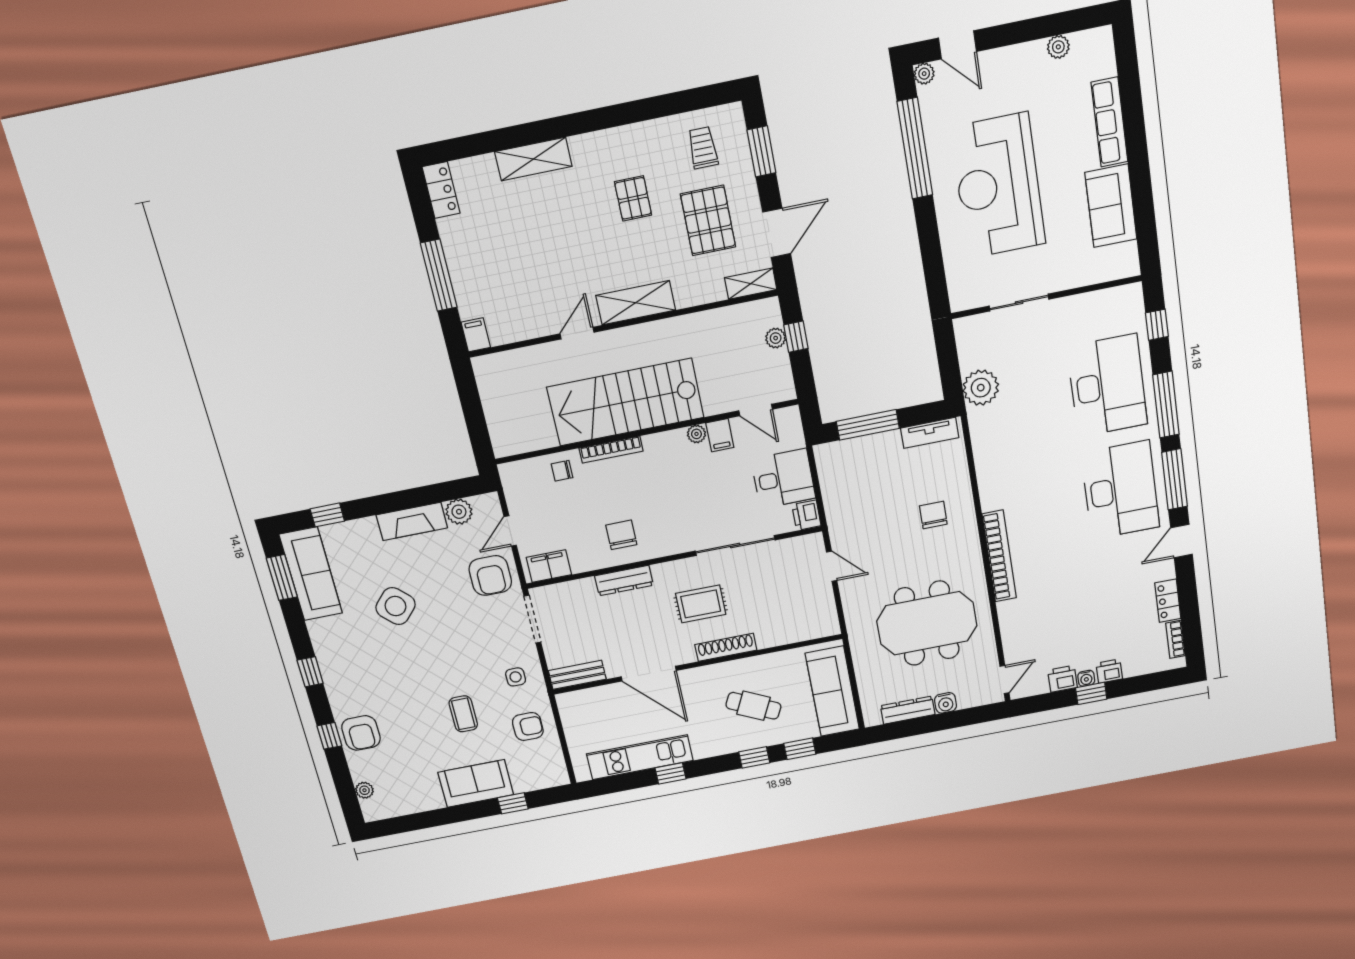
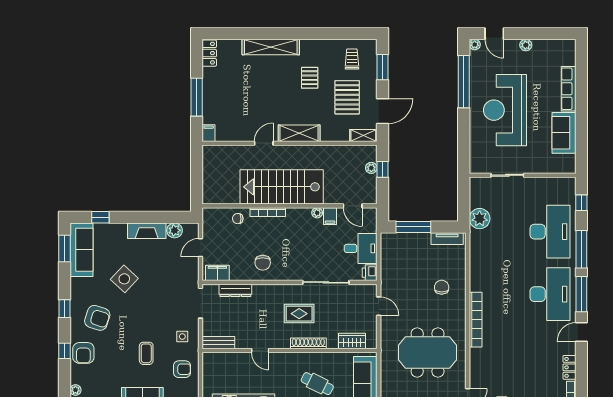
plant: (1058, 47) -> (526, 45), moved
shelving: (533, 159) -> (271, 47), width x1.47
chair: (621, 535) -> (263, 263), turned 180
armchair: (490, 575) -> (97, 318), moved, turned -72
dresser: (624, 581) -> (235, 290), moved
wardrobe: (798, 630) -> (352, 341), added
door: (649, 674) -> (260, 351), width x0.53

